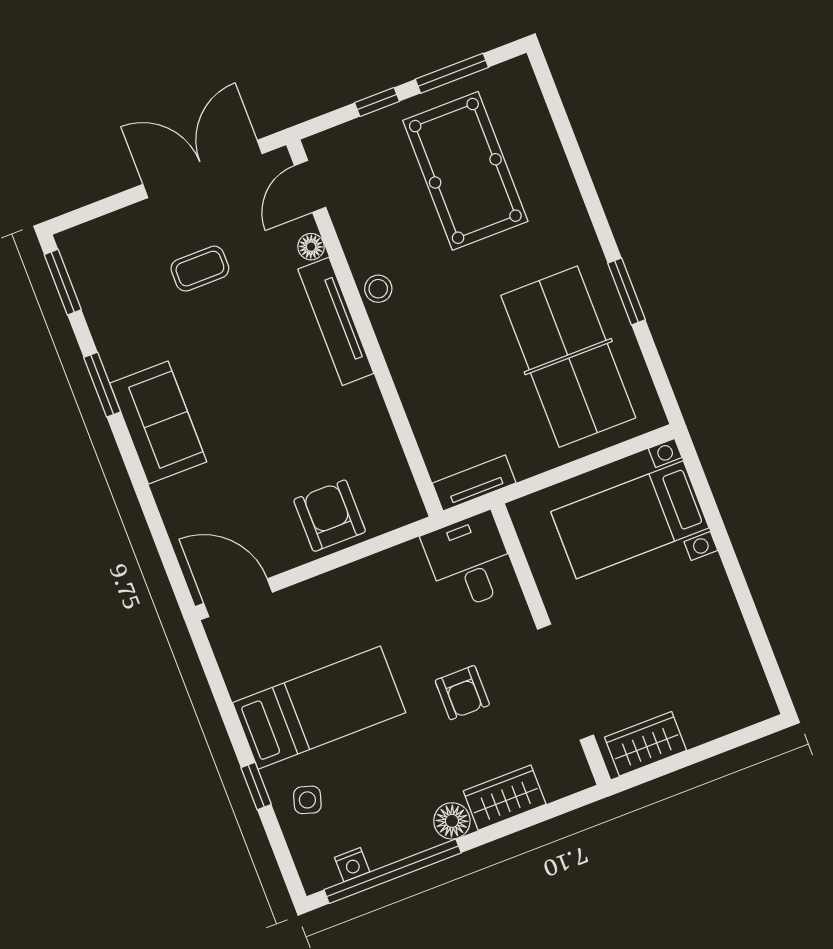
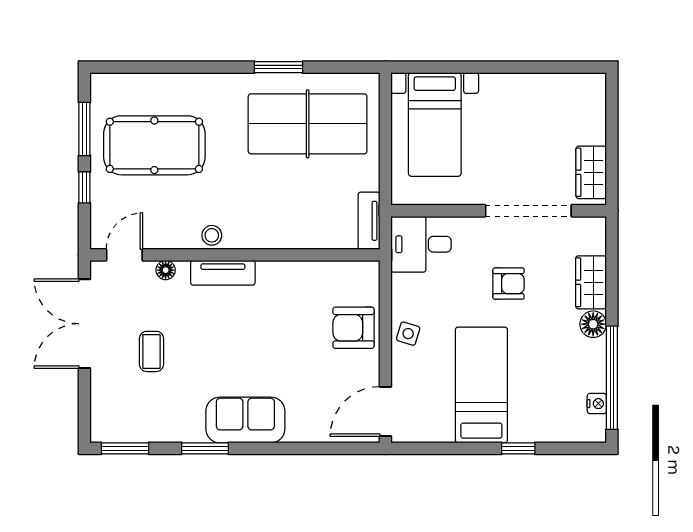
door: (310, 186) -> (124, 255), swing flipped
tv unit: (336, 321) -> (223, 273), width x0.71
side table: (307, 800) -> (408, 334), moved

